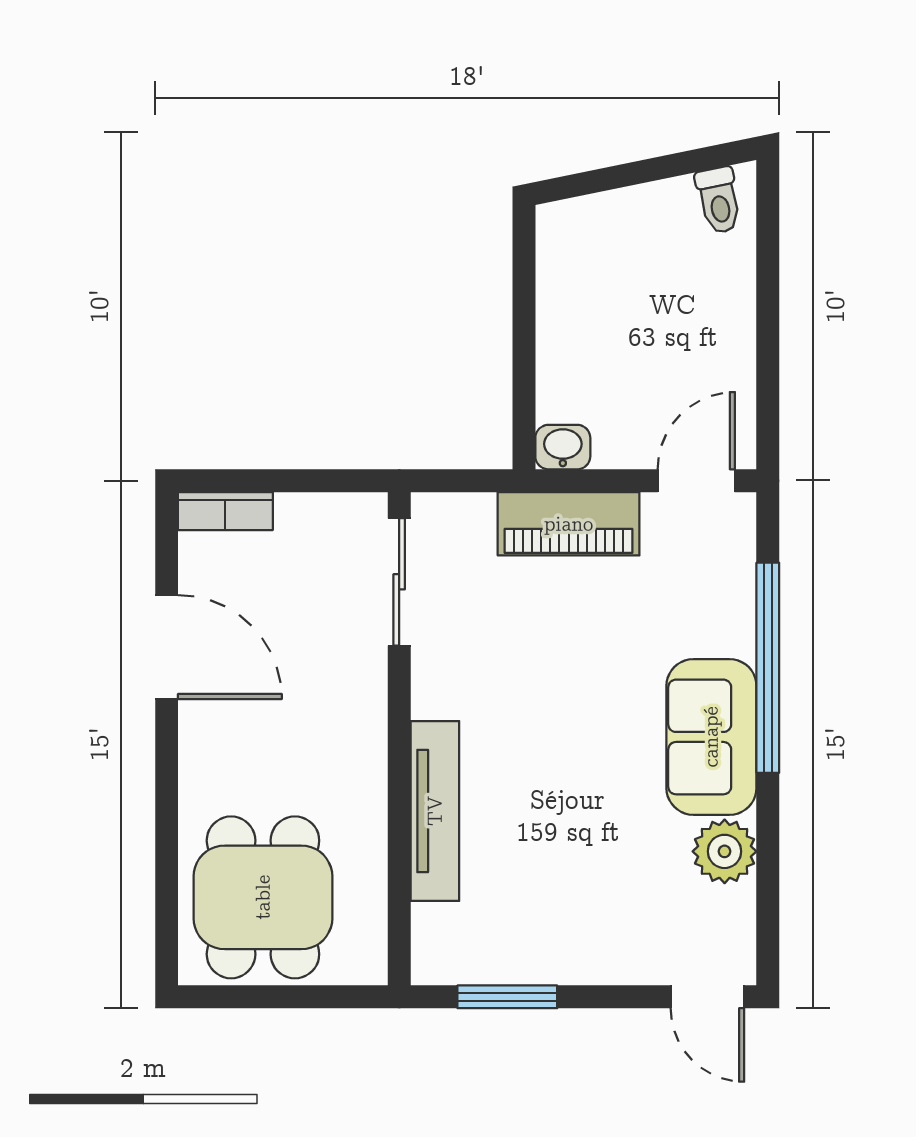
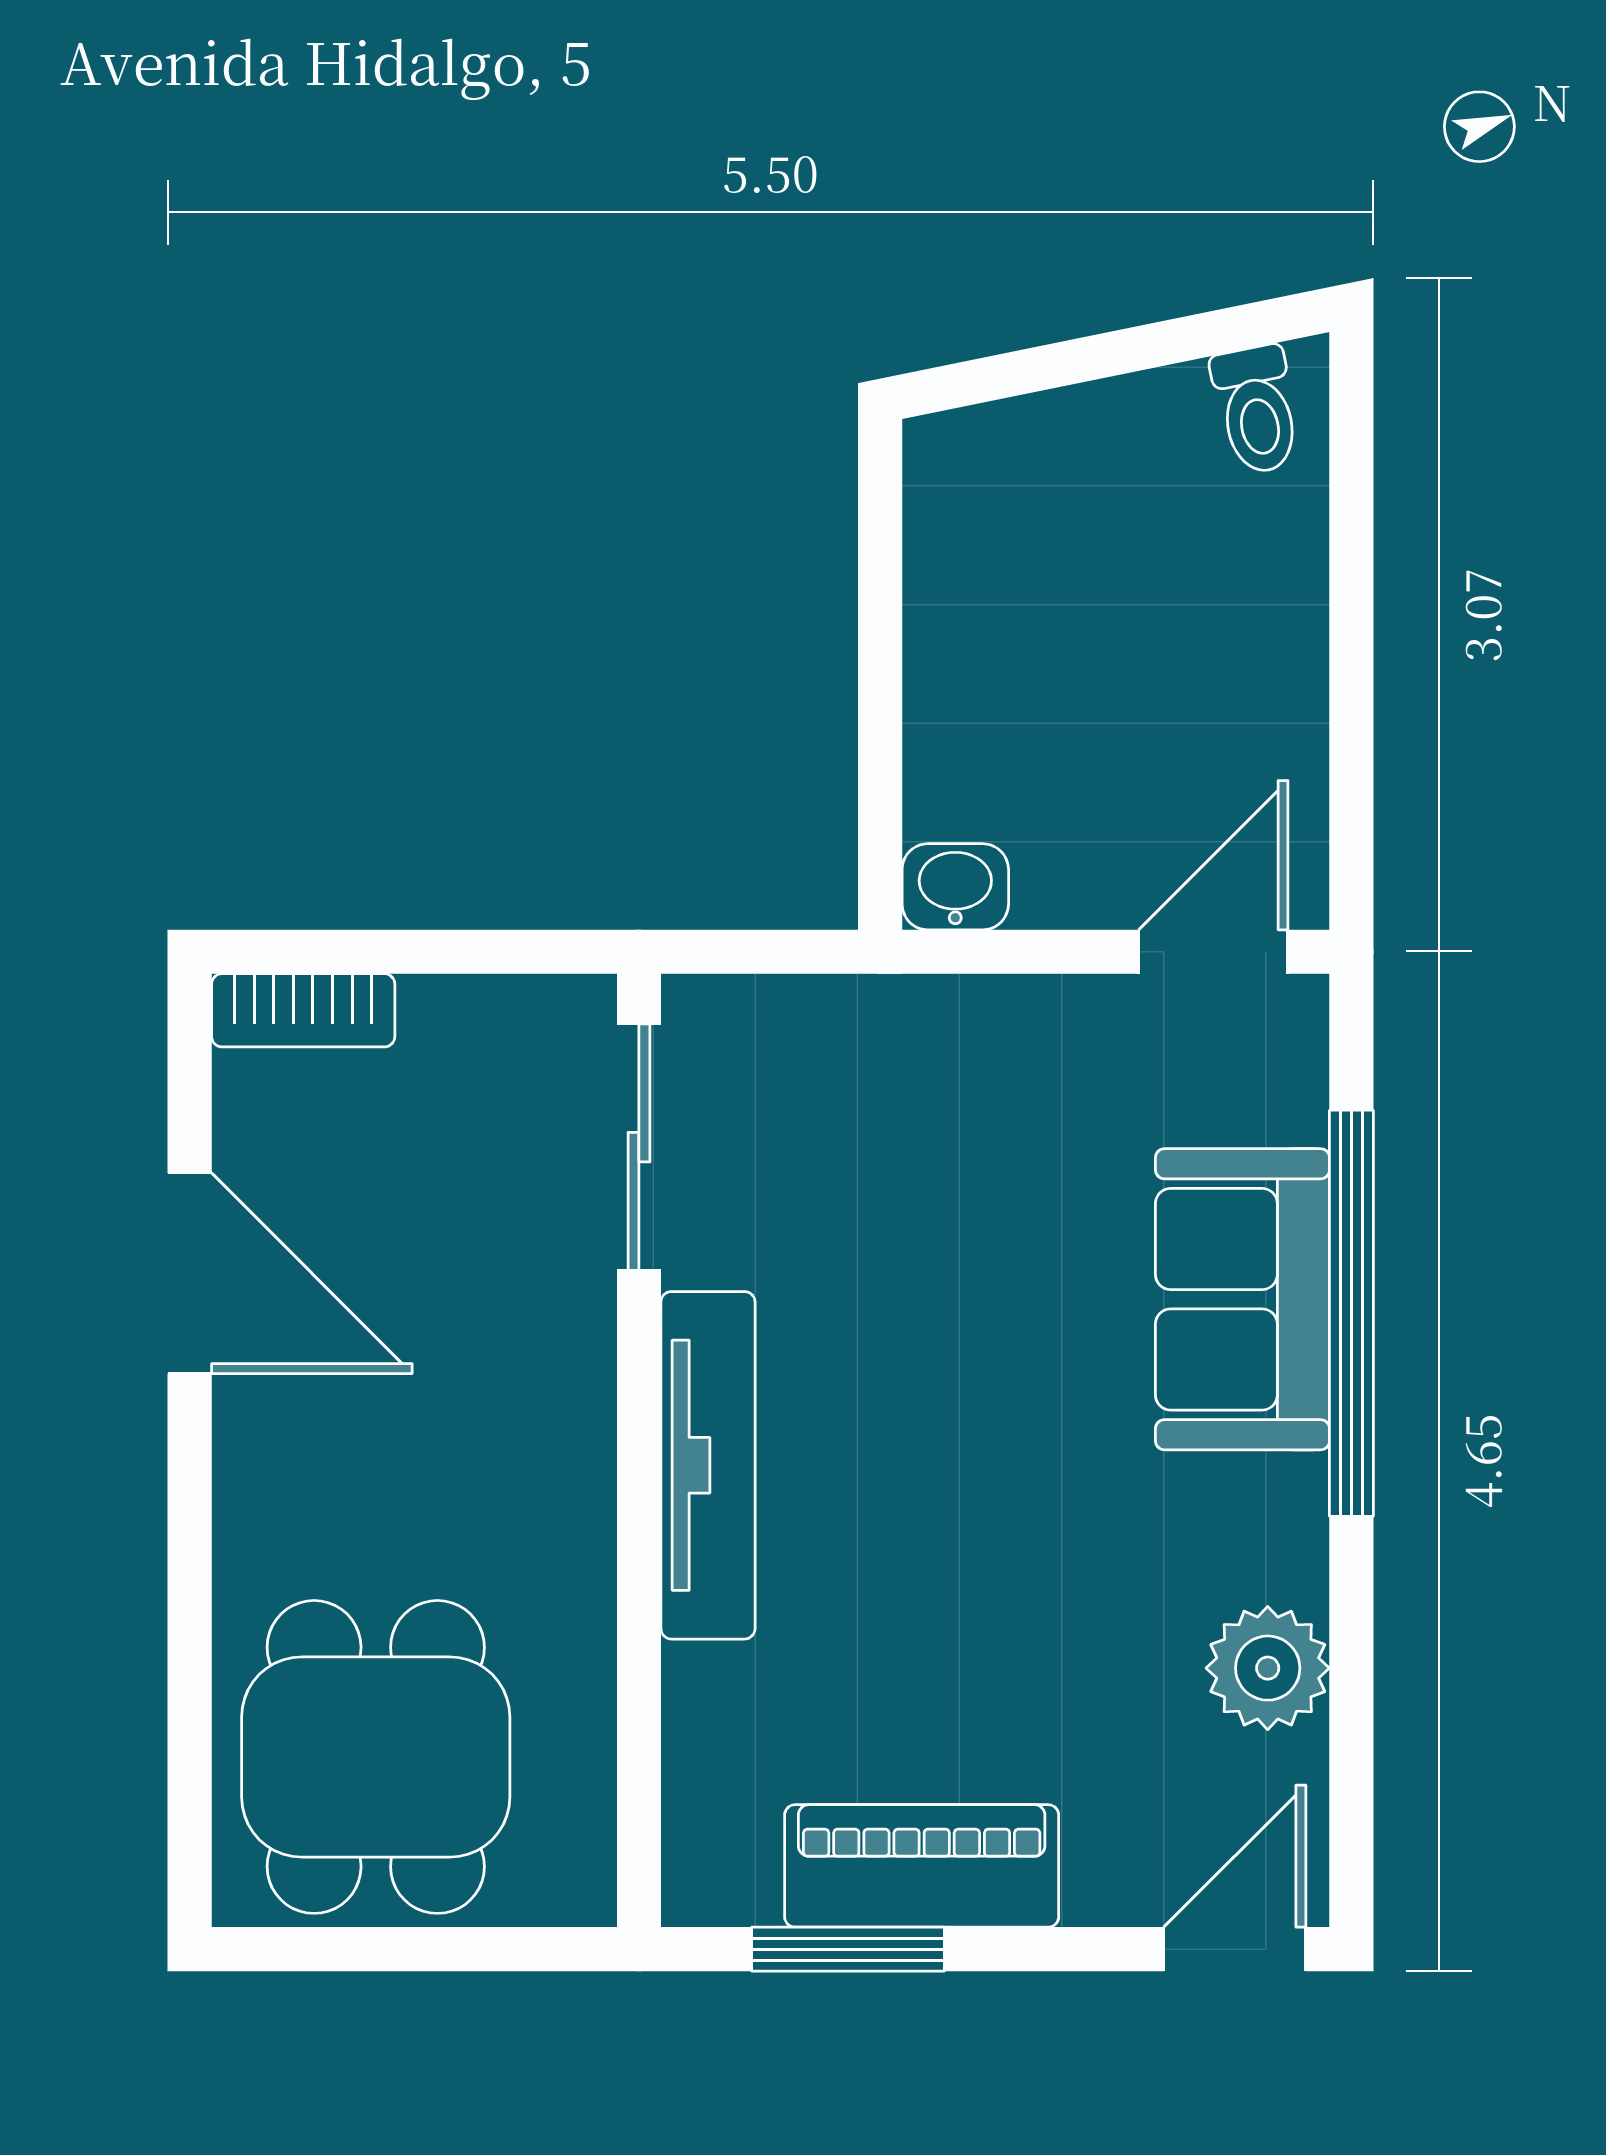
piano: (569, 524) -> (922, 1866), moved, turned 180
sofa: (711, 737) -> (1242, 1299), moved
tv unit: (435, 811) -> (708, 1465), moved
door: (707, 997) -> (1235, 1949), swing flipped

